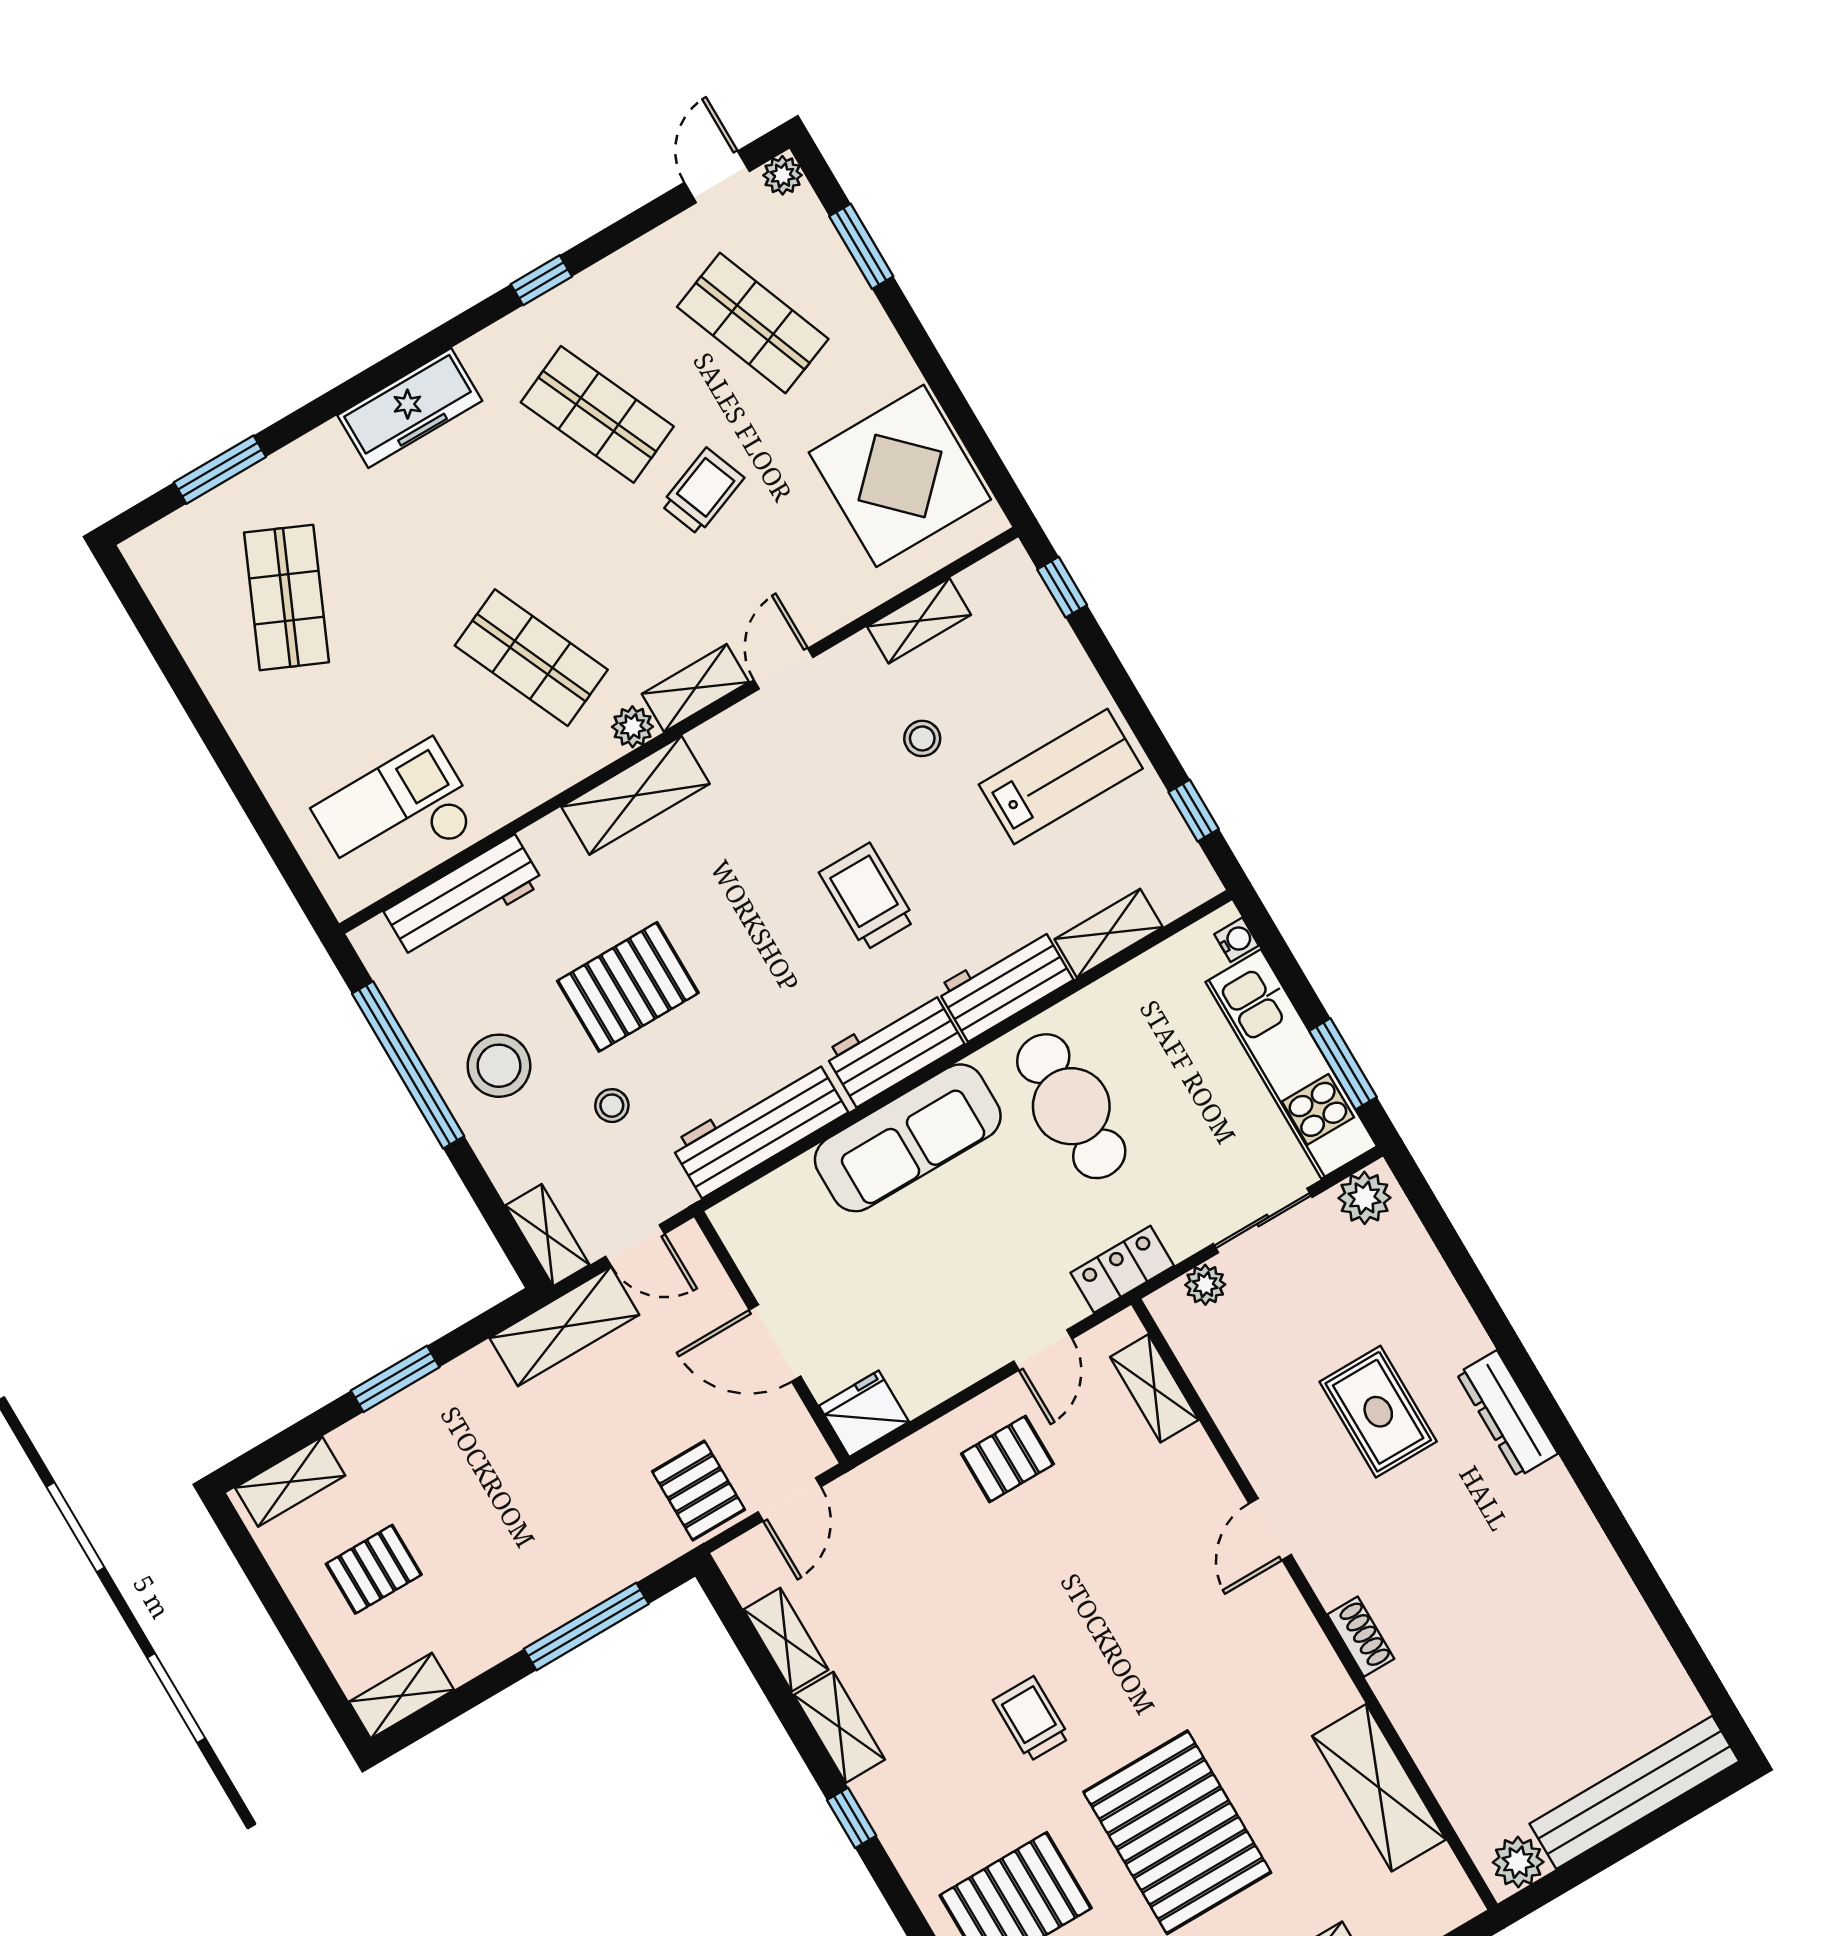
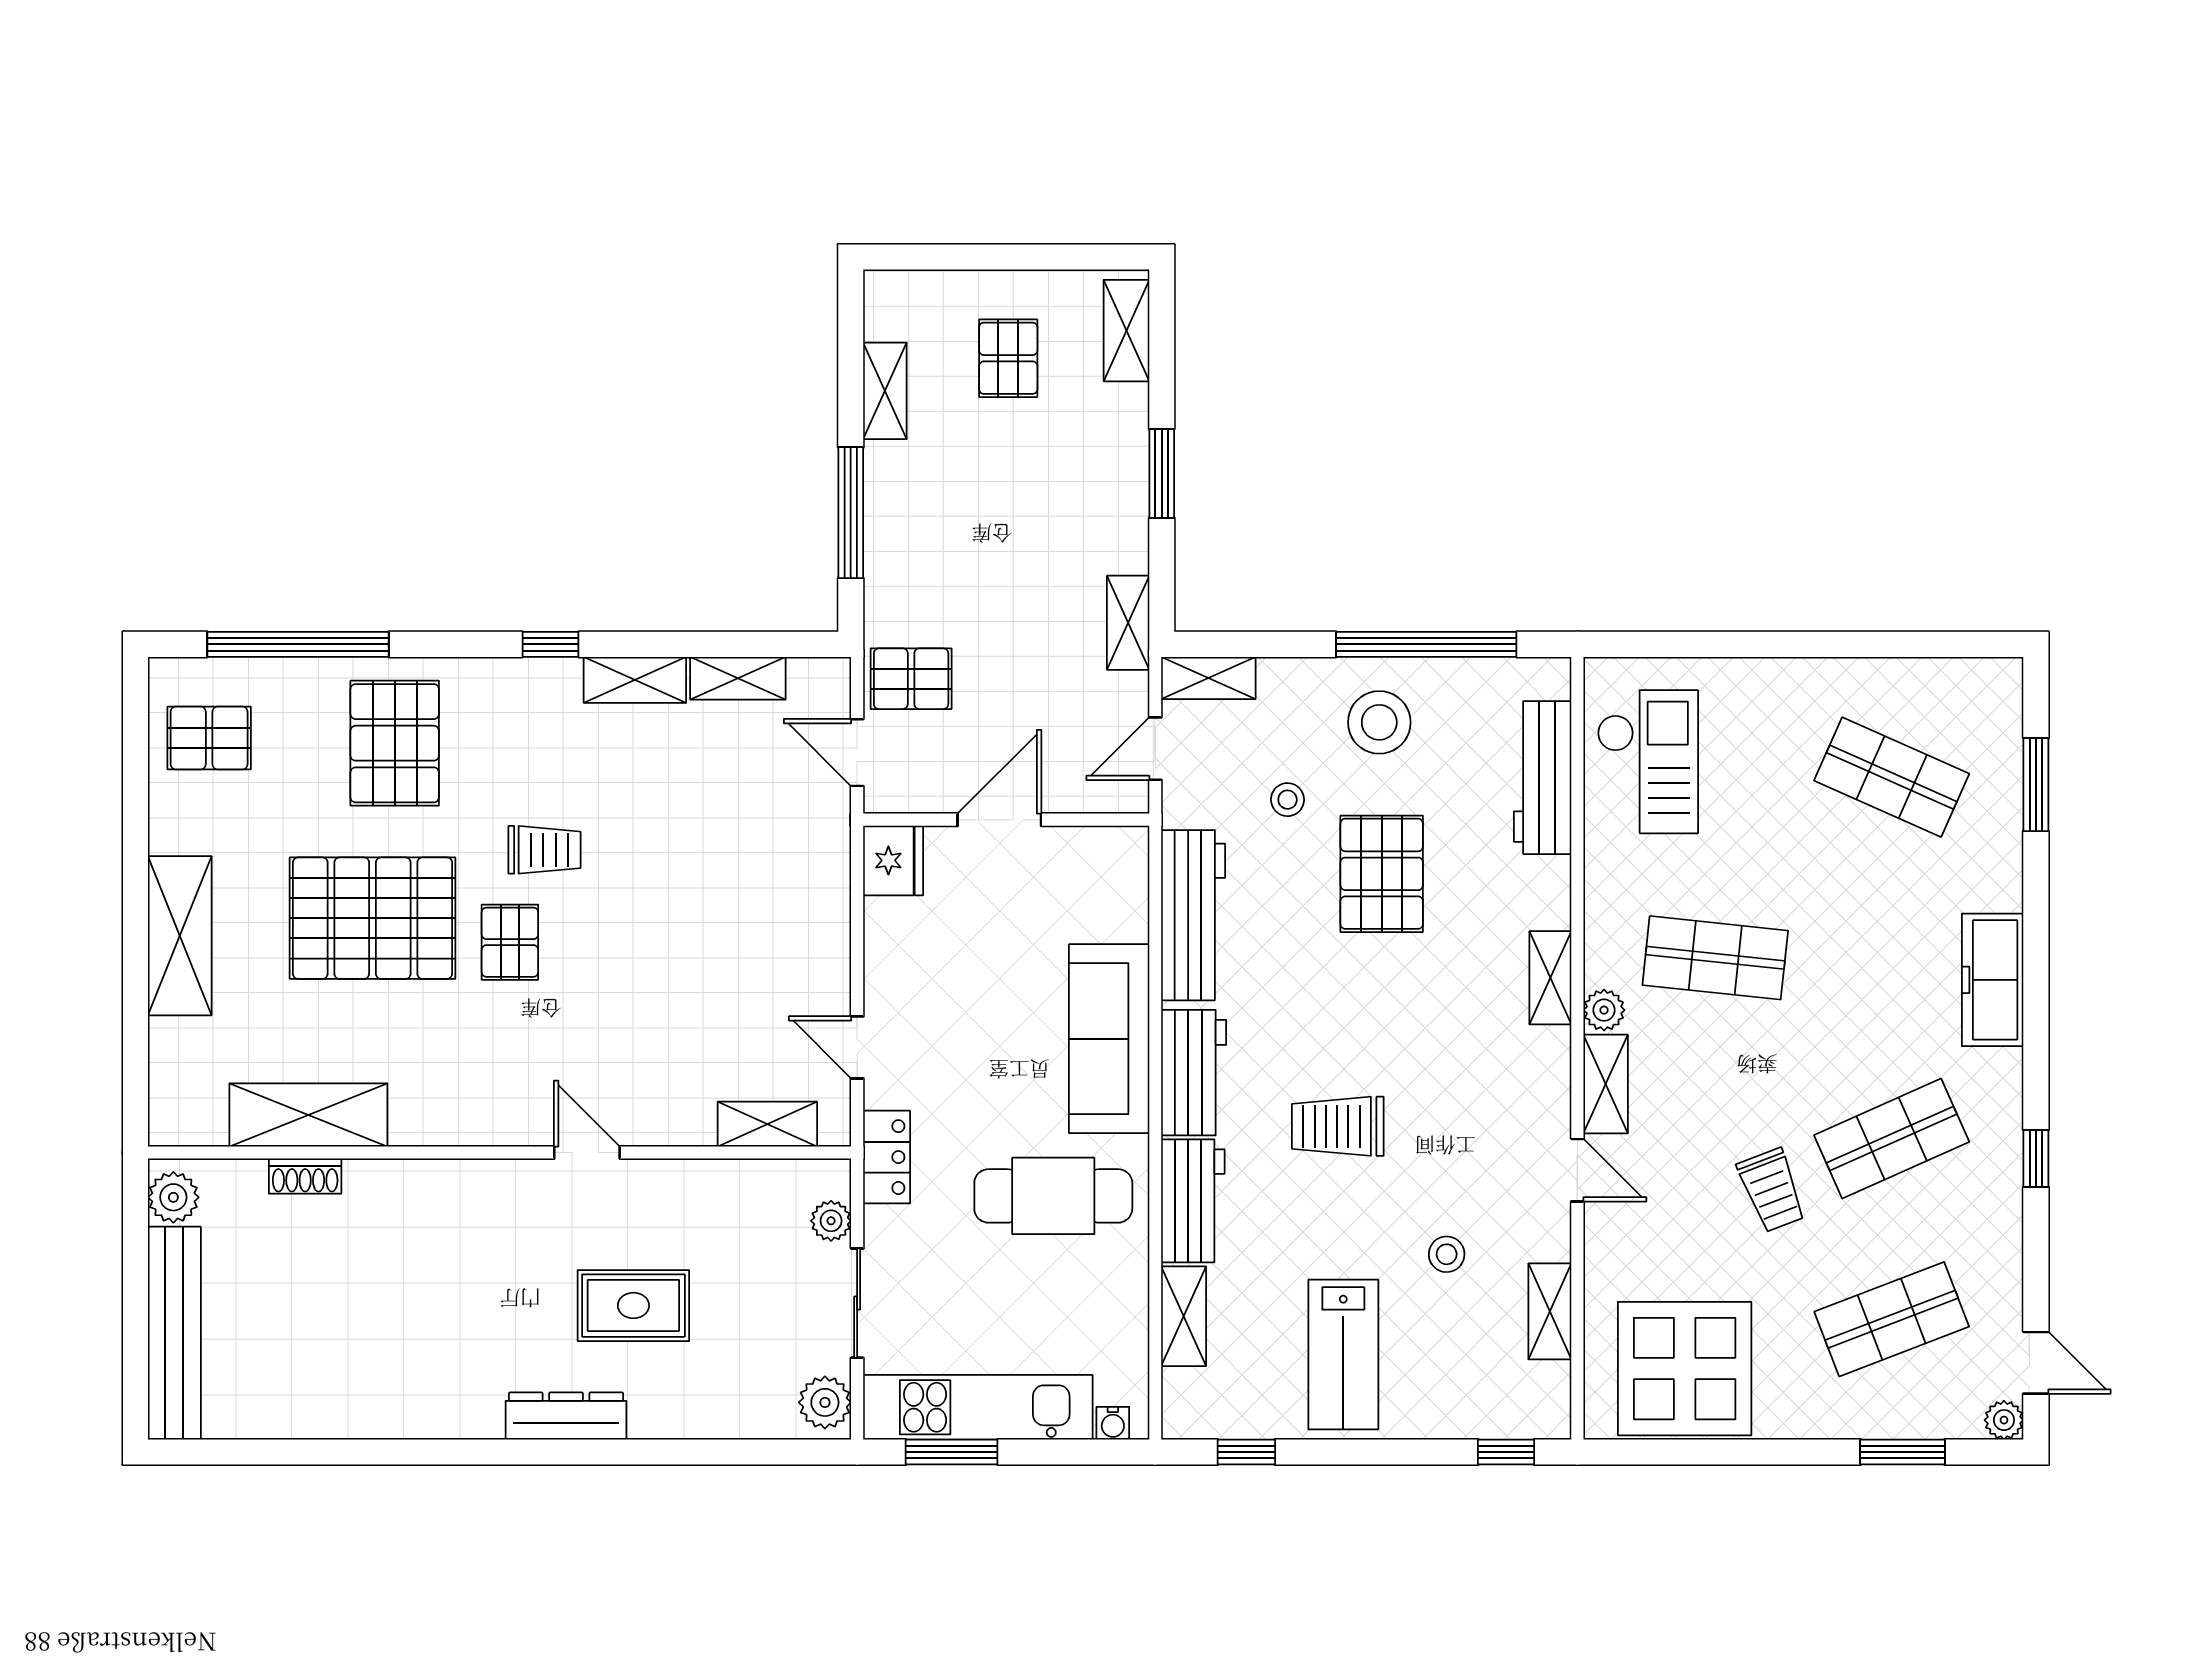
shop shelf: (531, 658) -> (1715, 958), turned 30
shelving: (635, 795) -> (1550, 978), width x0.67, depth x0.75
trolley: (867, 897) -> (1338, 1126), turned 180
shelving: (564, 1326) -> (1128, 623), width x0.67, depth x0.75
pallet: (1007, 1459) -> (510, 942), moved
shoe rack: (1361, 1637) -> (305, 1176), moved
shelving: (401, 1696) -> (885, 391), moved

